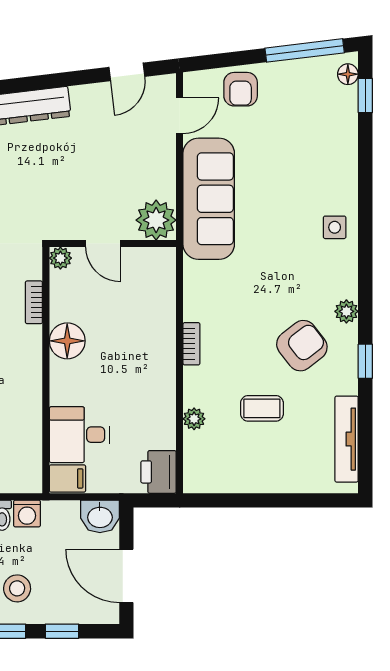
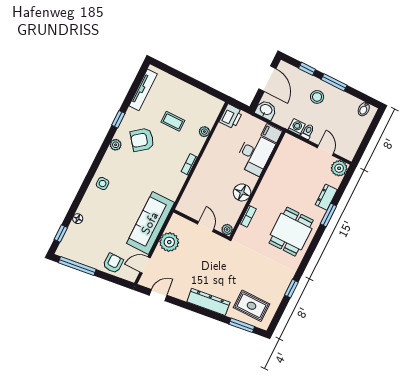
floor lamp: (348, 74) -> (78, 219), moved
plant: (156, 220) -> (169, 242), moved
desk: (79, 435) -> (255, 154), width x1.37

